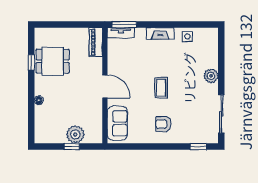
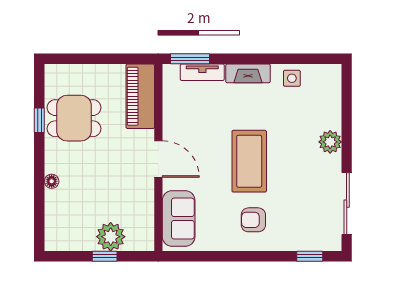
tv unit: (121, 33) -> (202, 72), moved
piano: (96, 42) -> (140, 96), width x1.37, depth x1.33
coffee table: (161, 88) -> (249, 161), width x1.86, depth x1.72

